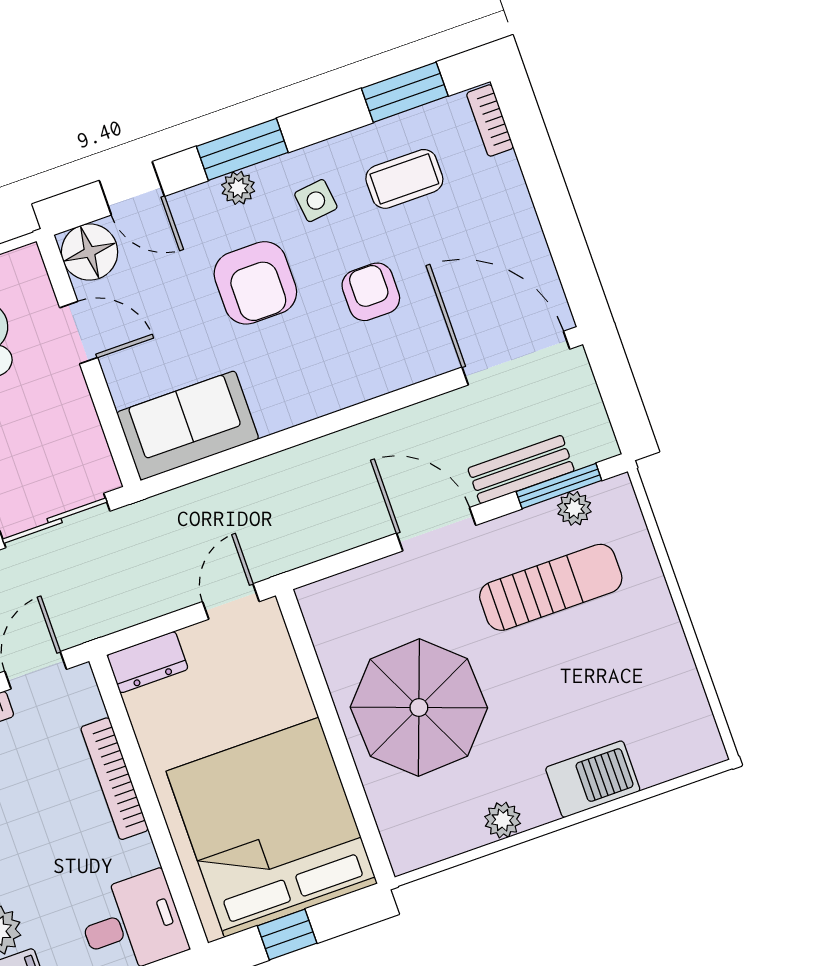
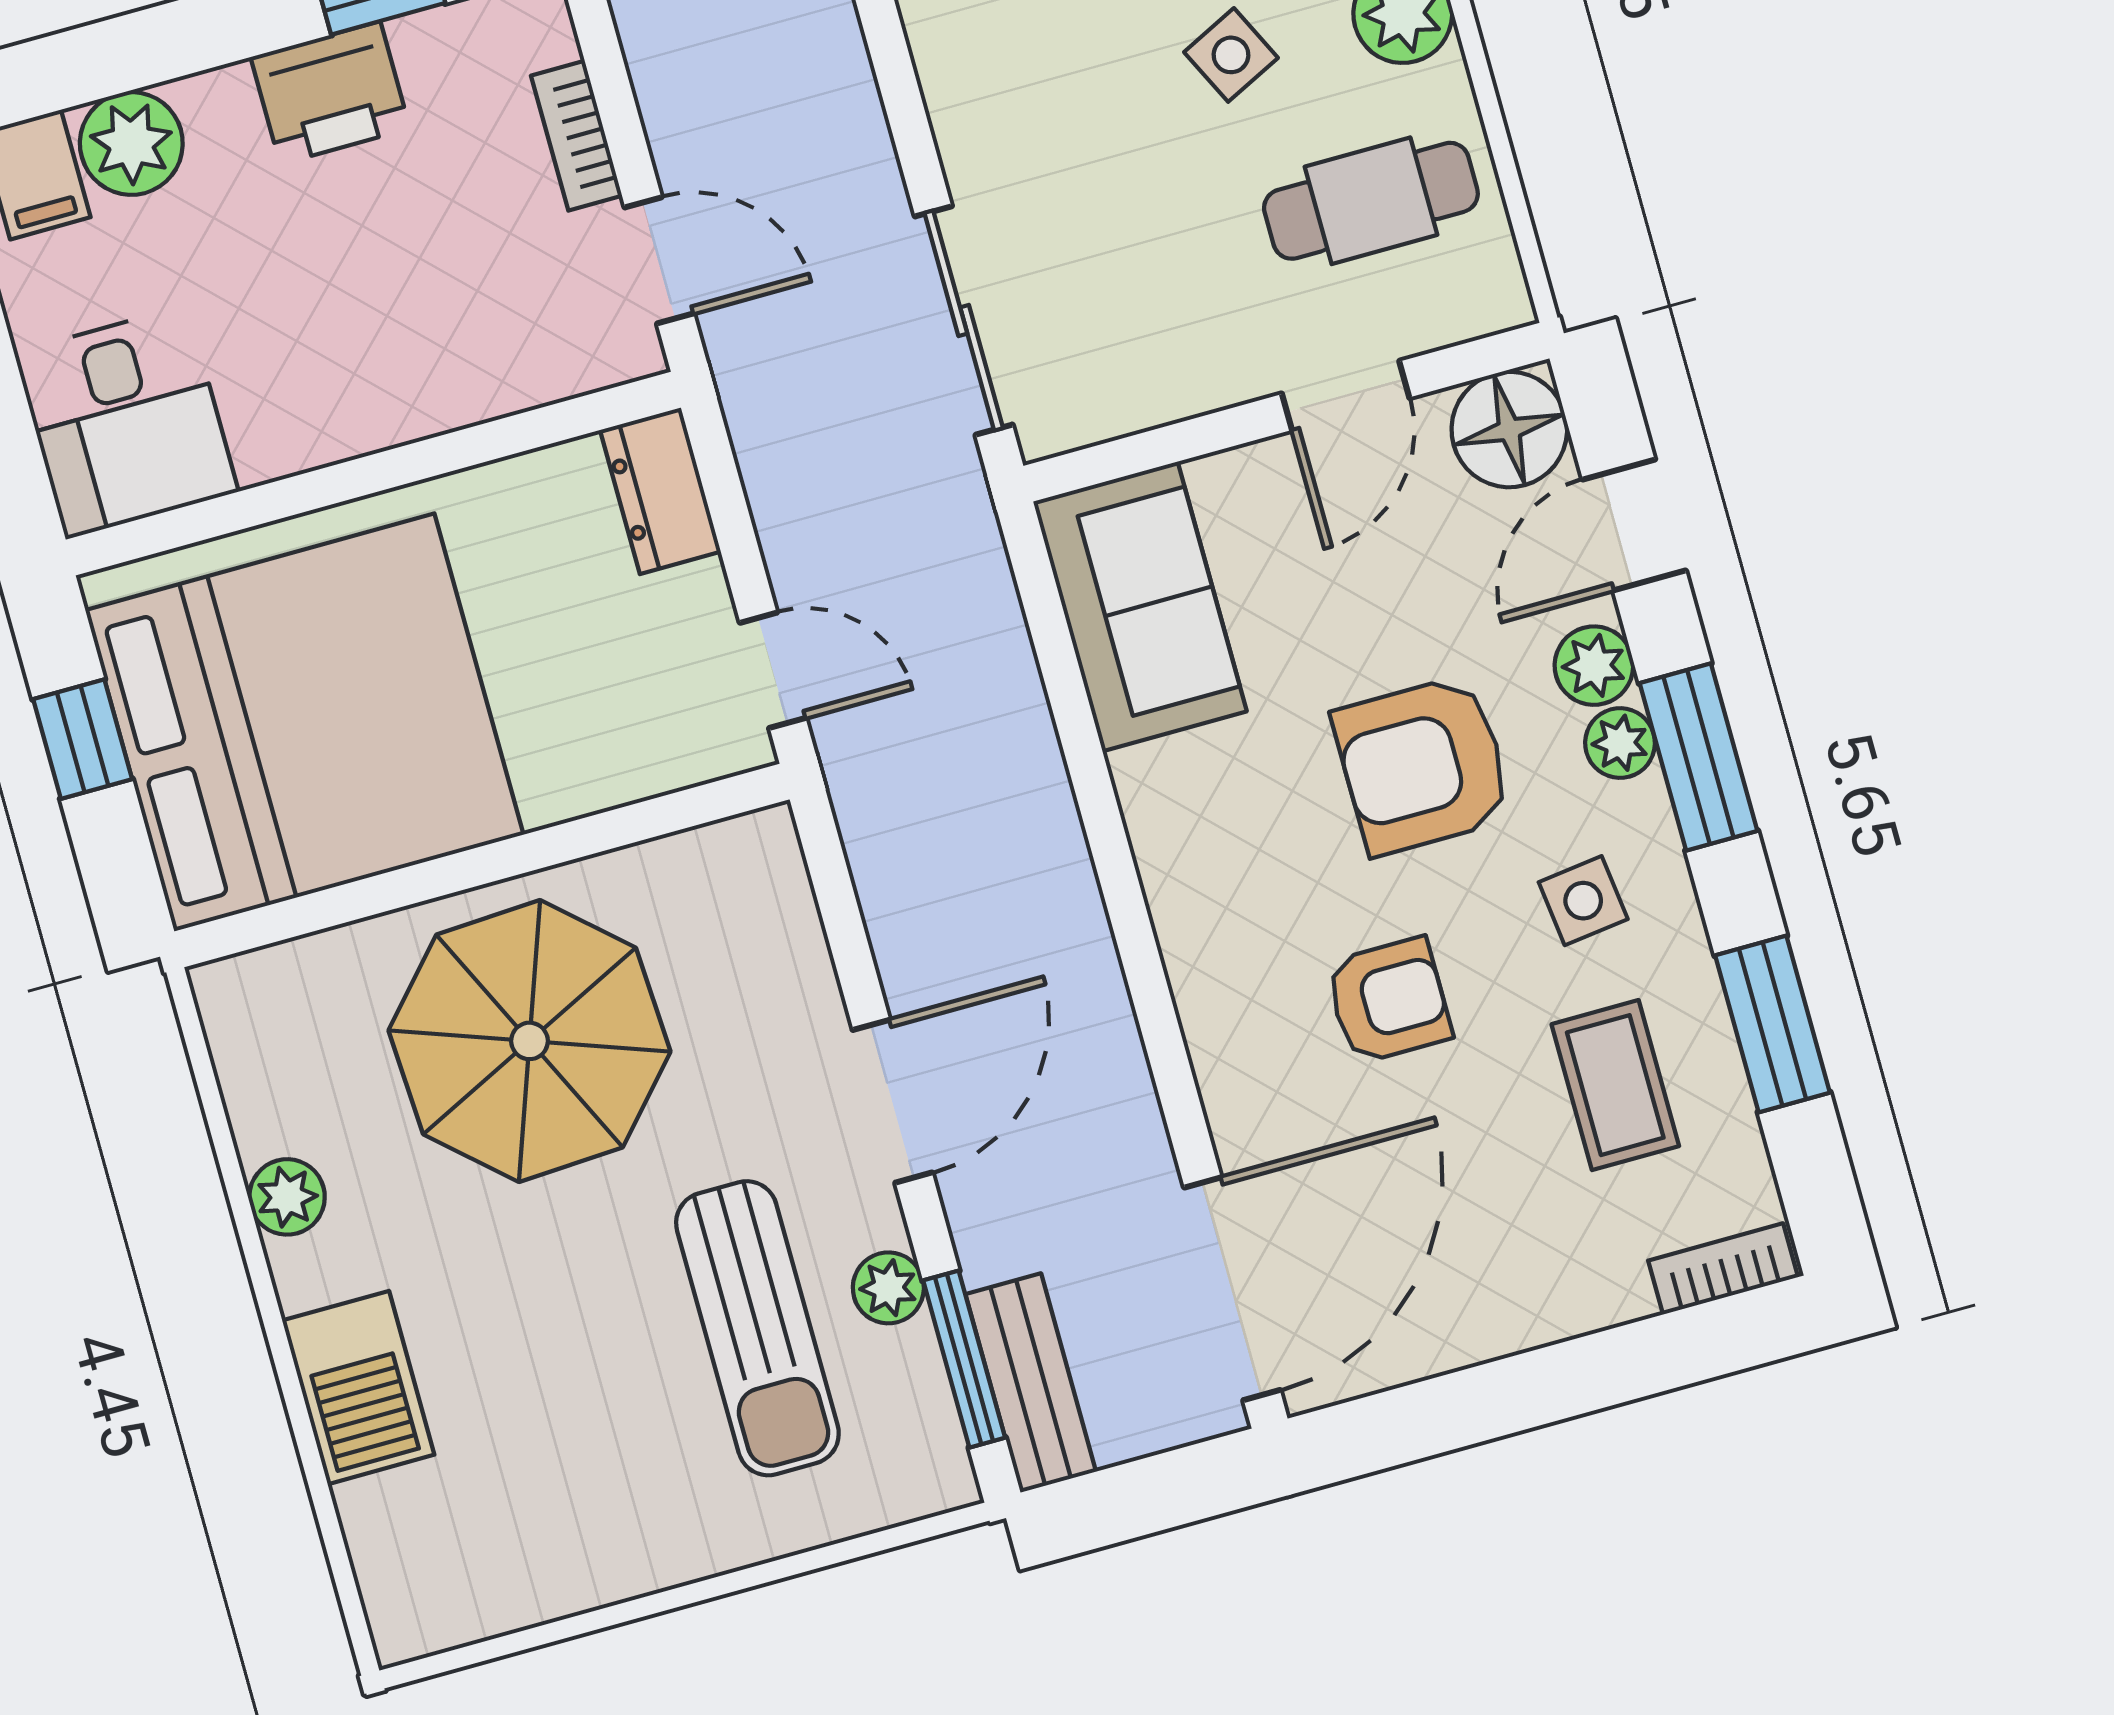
window: (405, 92) -> (1772, 1024), moved
plant: (201, 203) -> (1594, 666), added
bench: (521, 470) -> (1031, 1383), moved
plant: (574, 508) -> (888, 1288), moved
bookcase: (114, 779) -> (426, 407), removed

